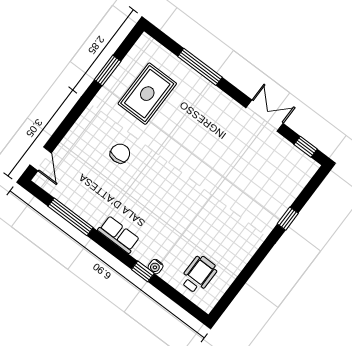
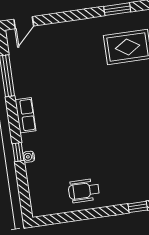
chair: (120, 154) -> (75, 67), removed
wheelchair: (199, 274) -> (84, 191), moved, turned 180

